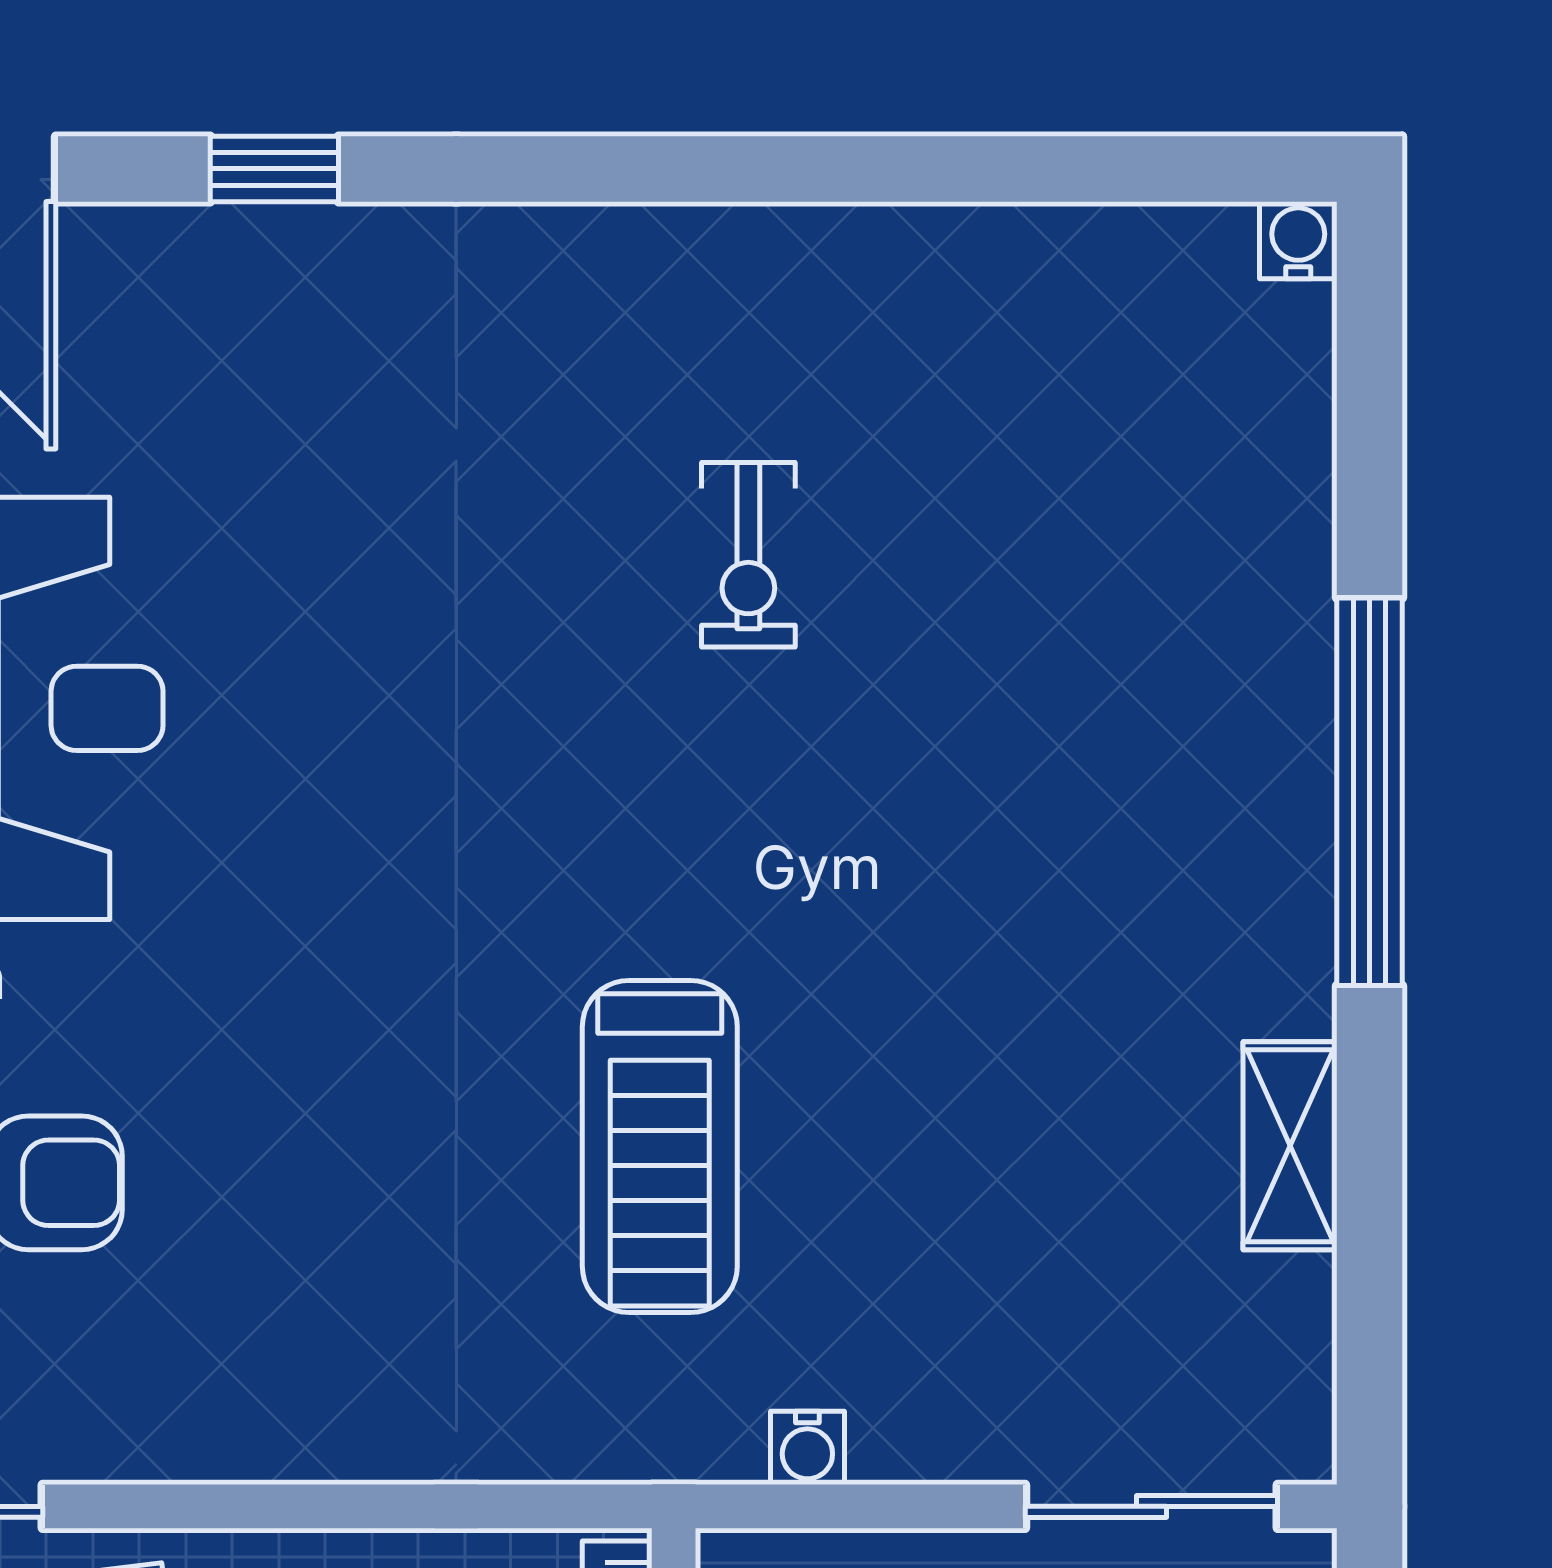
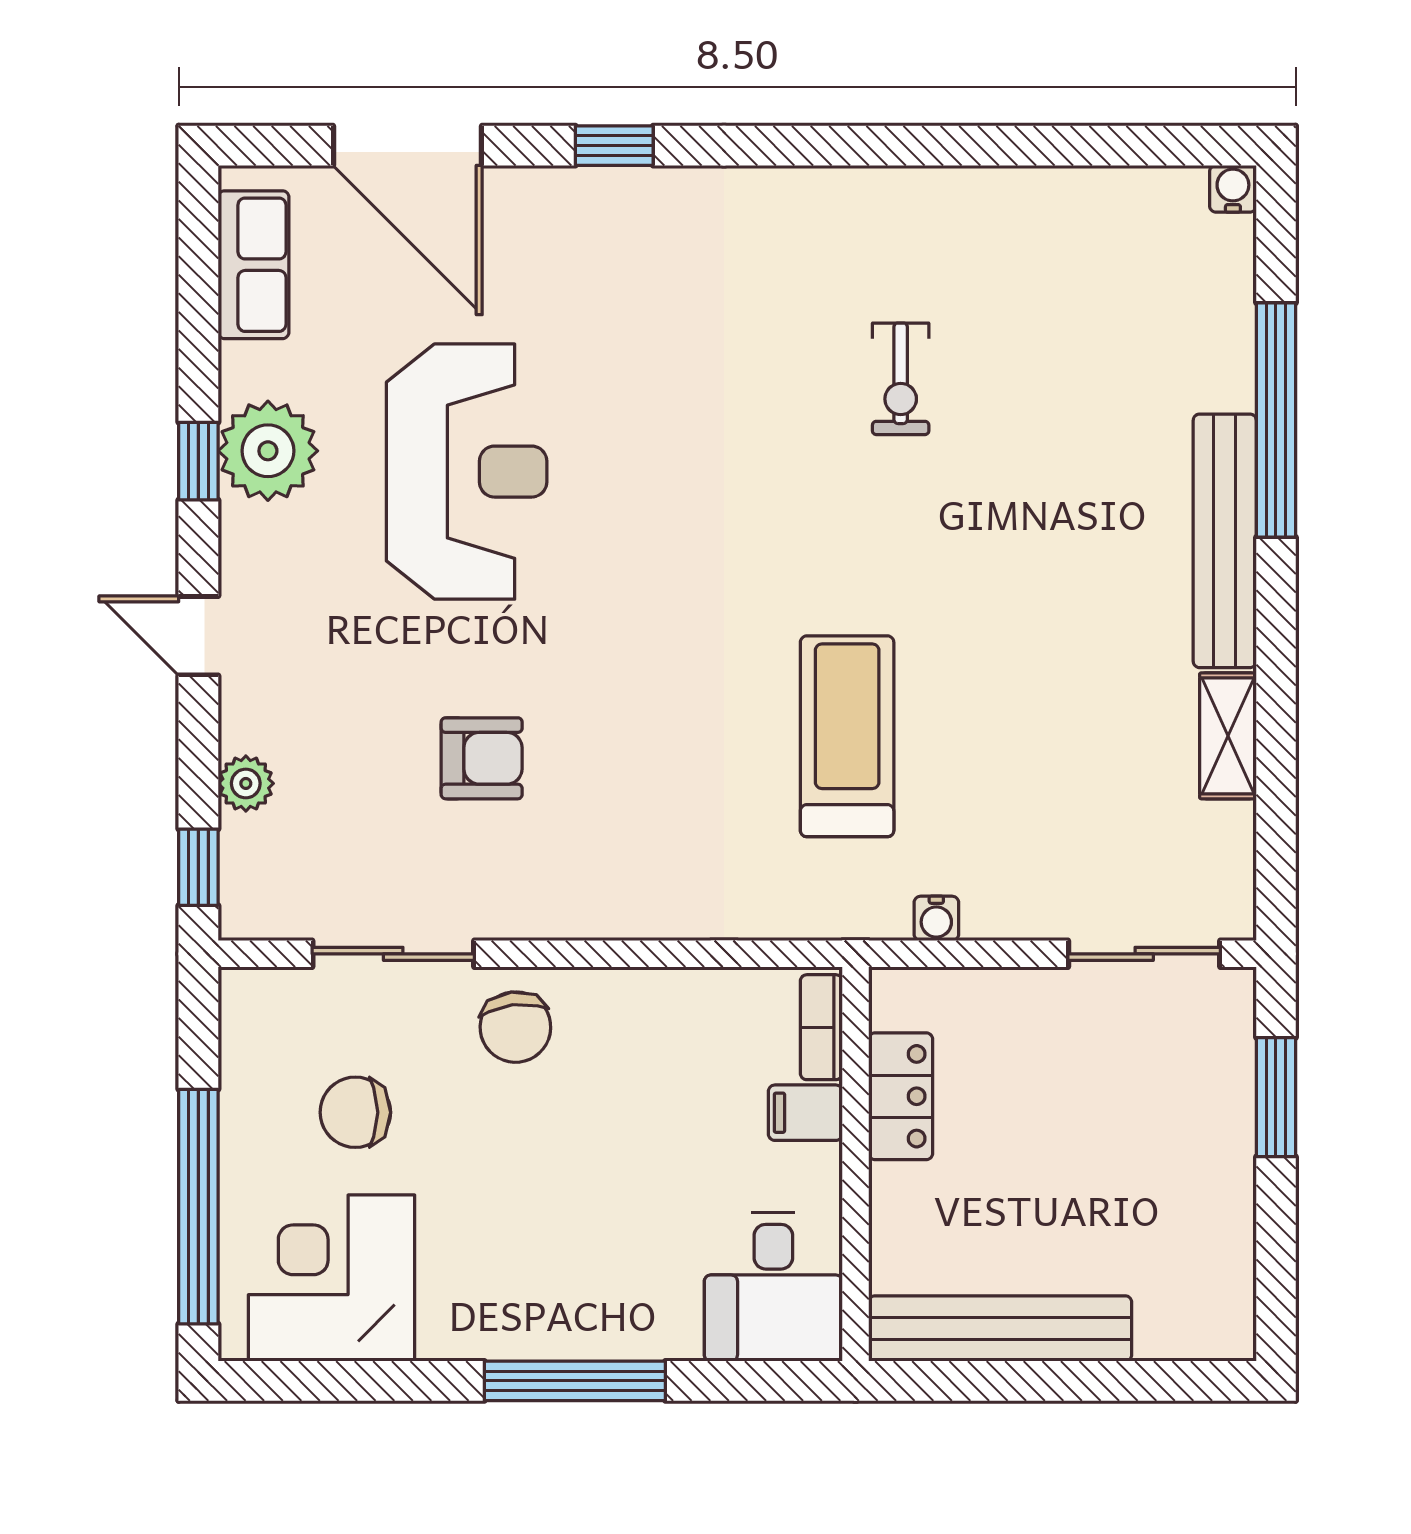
window: (1370, 792) -> (1276, 420), moved
bench: (1285, 823) -> (1225, 541), added
treadmill: (660, 1146) -> (847, 736), turned 180

